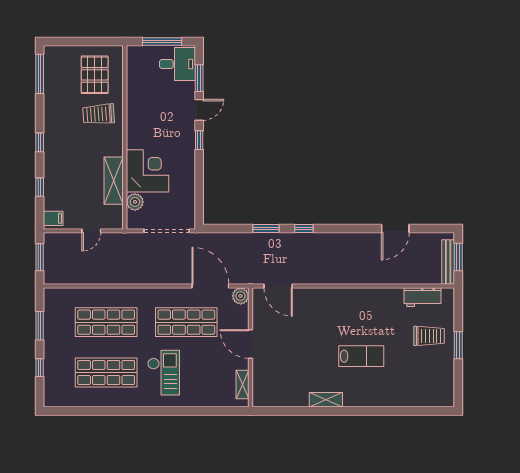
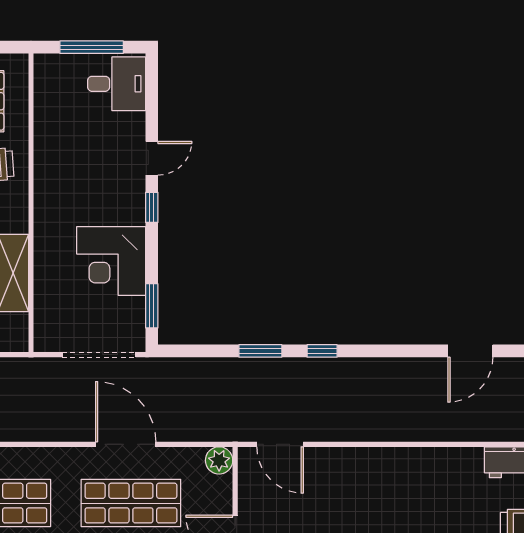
window: (199, 78) -> (152, 306), moved
corner desk: (147, 171) -> (111, 261), moved, turned 180
plant: (135, 202) -> (47, 308), removed
door: (210, 286) -> (126, 444), moved

